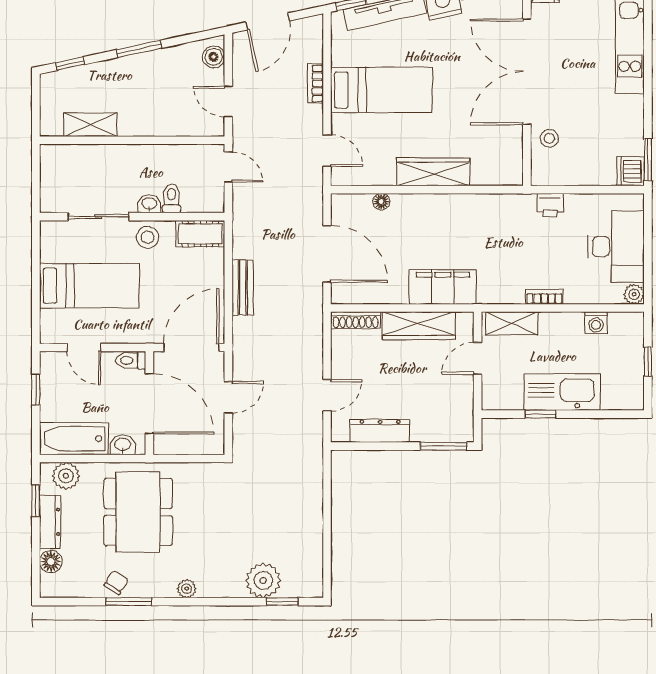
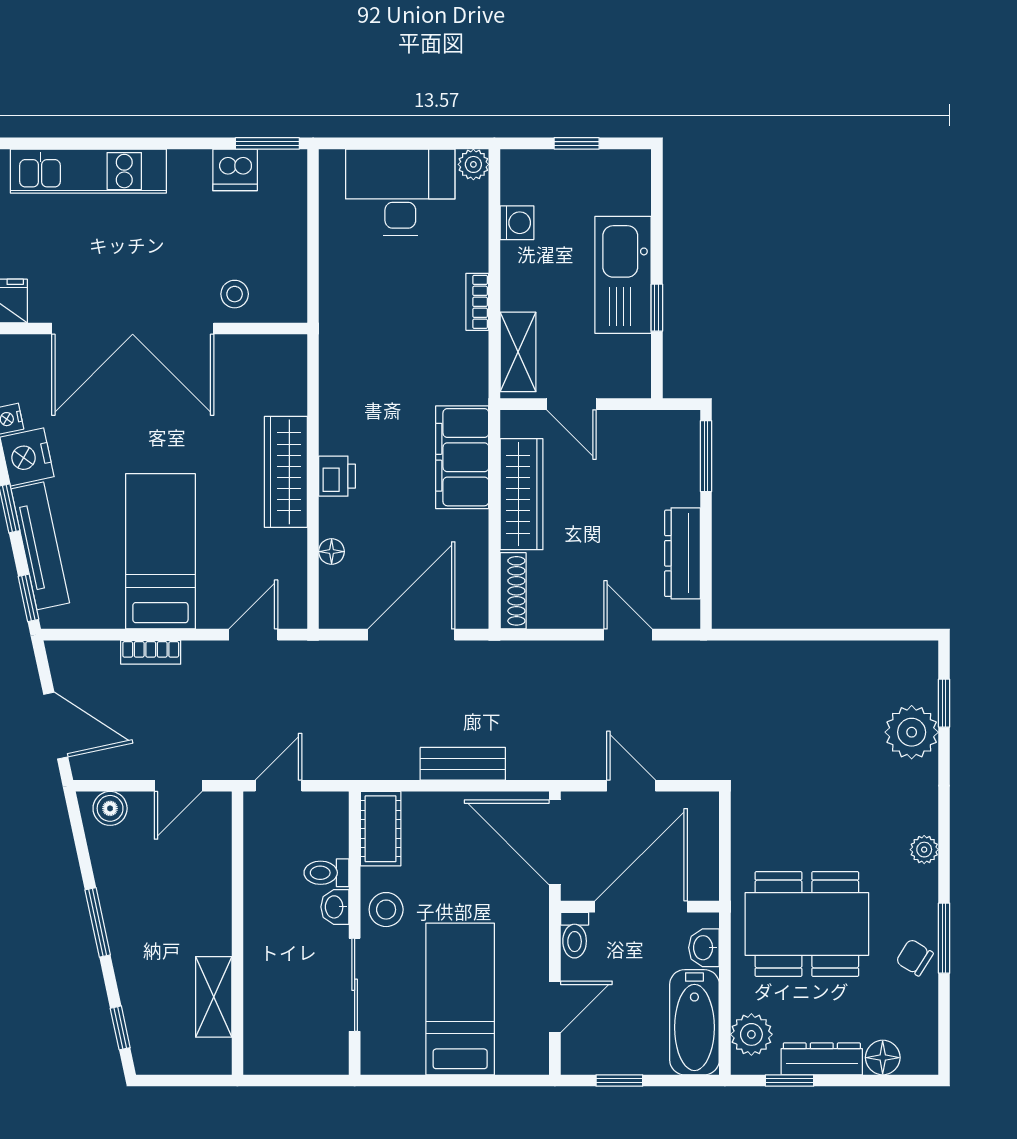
dishwasher: (631, 171) -> (235, 170), moved
printer: (550, 205) -> (337, 476), moved

